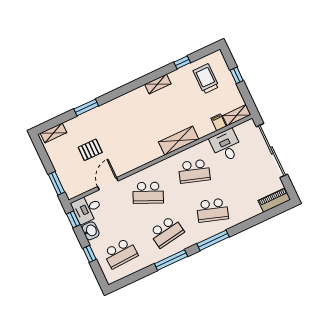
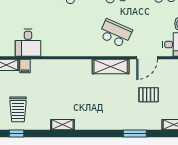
window: (182, 62) -> (17, 133), moved
shelving: (179, 141) -> (111, 67), moved
school desk: (194, 171) -> (66, 33), removed

